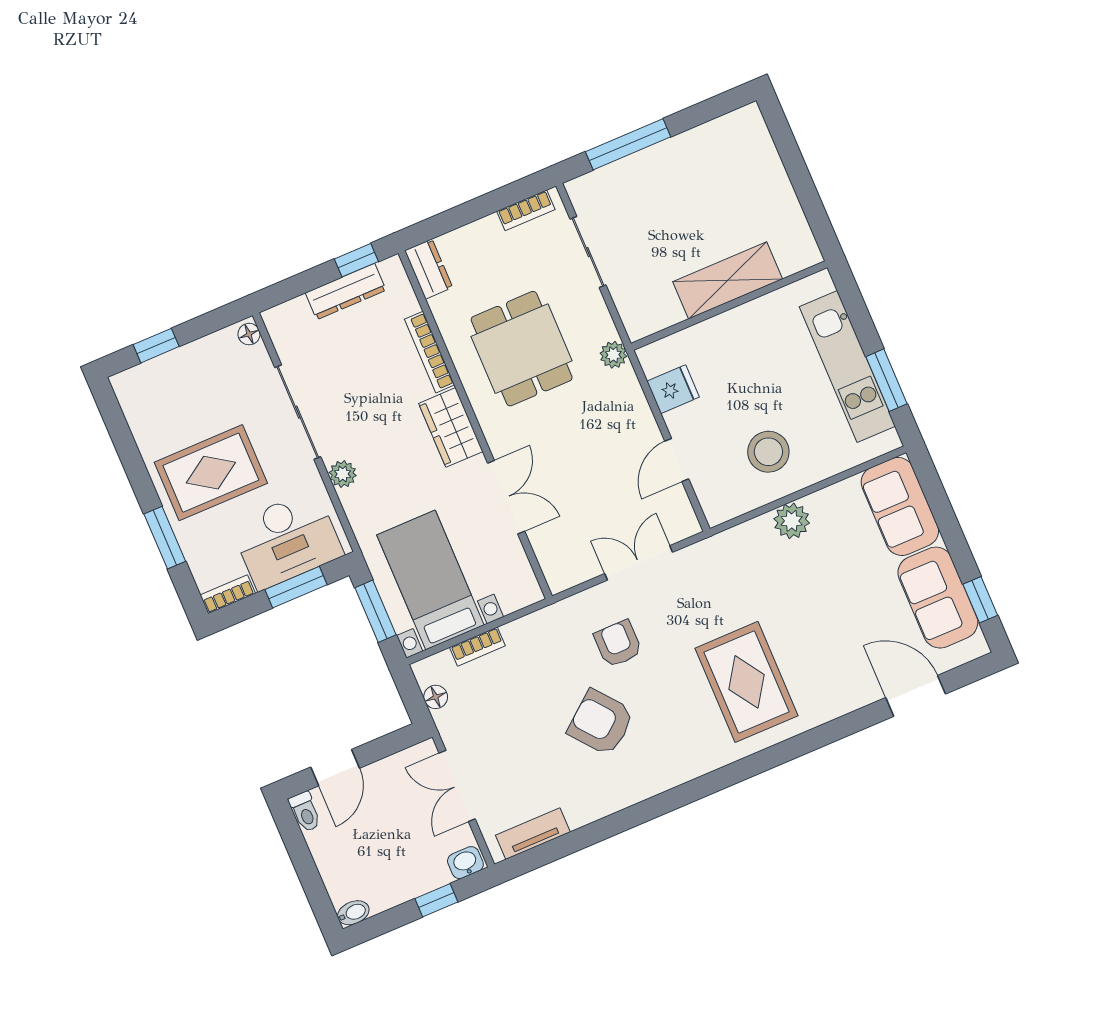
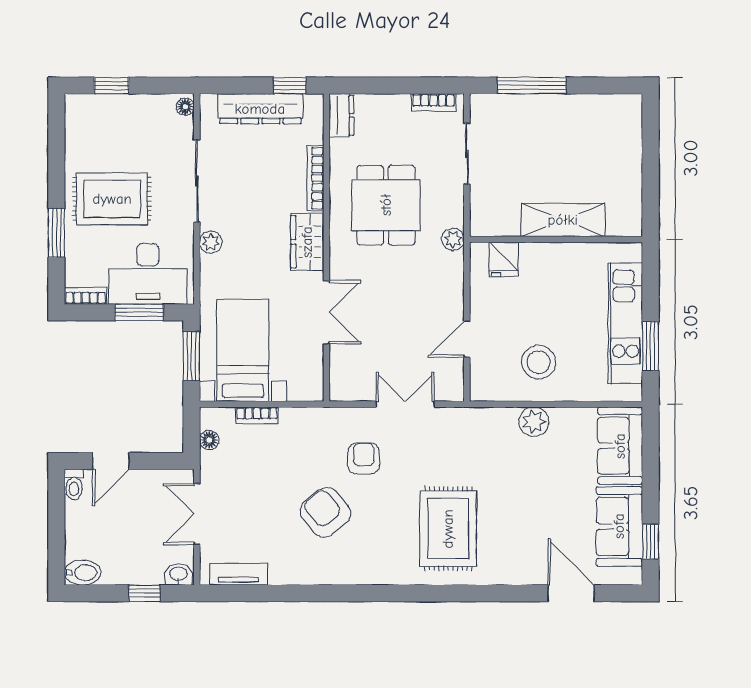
dresser: (346, 292) -> (260, 109), width x1.37, depth x1.24
fridge: (673, 389) -> (504, 259), moved, turned 90
bidet: (353, 913) -> (83, 573), width x1.38, depth x1.36

